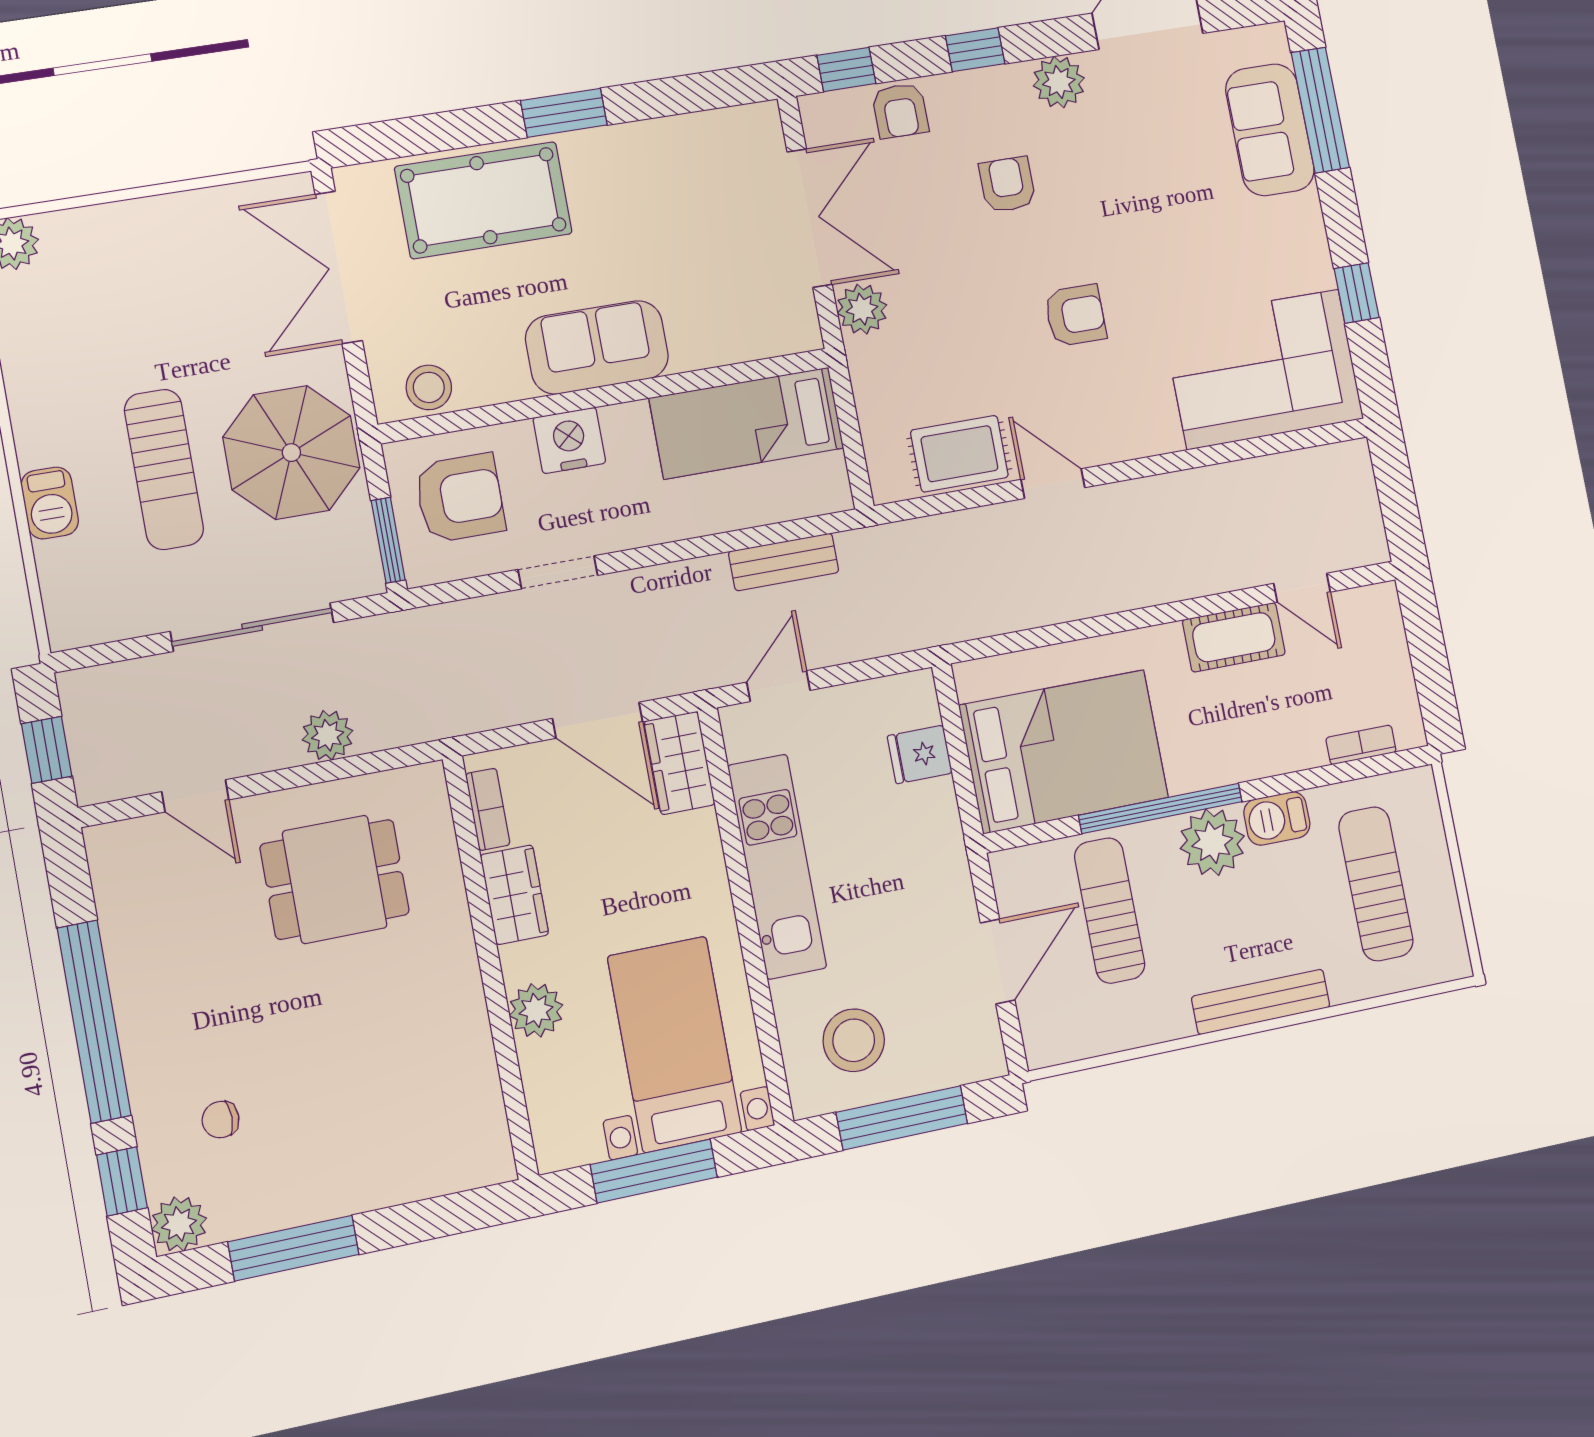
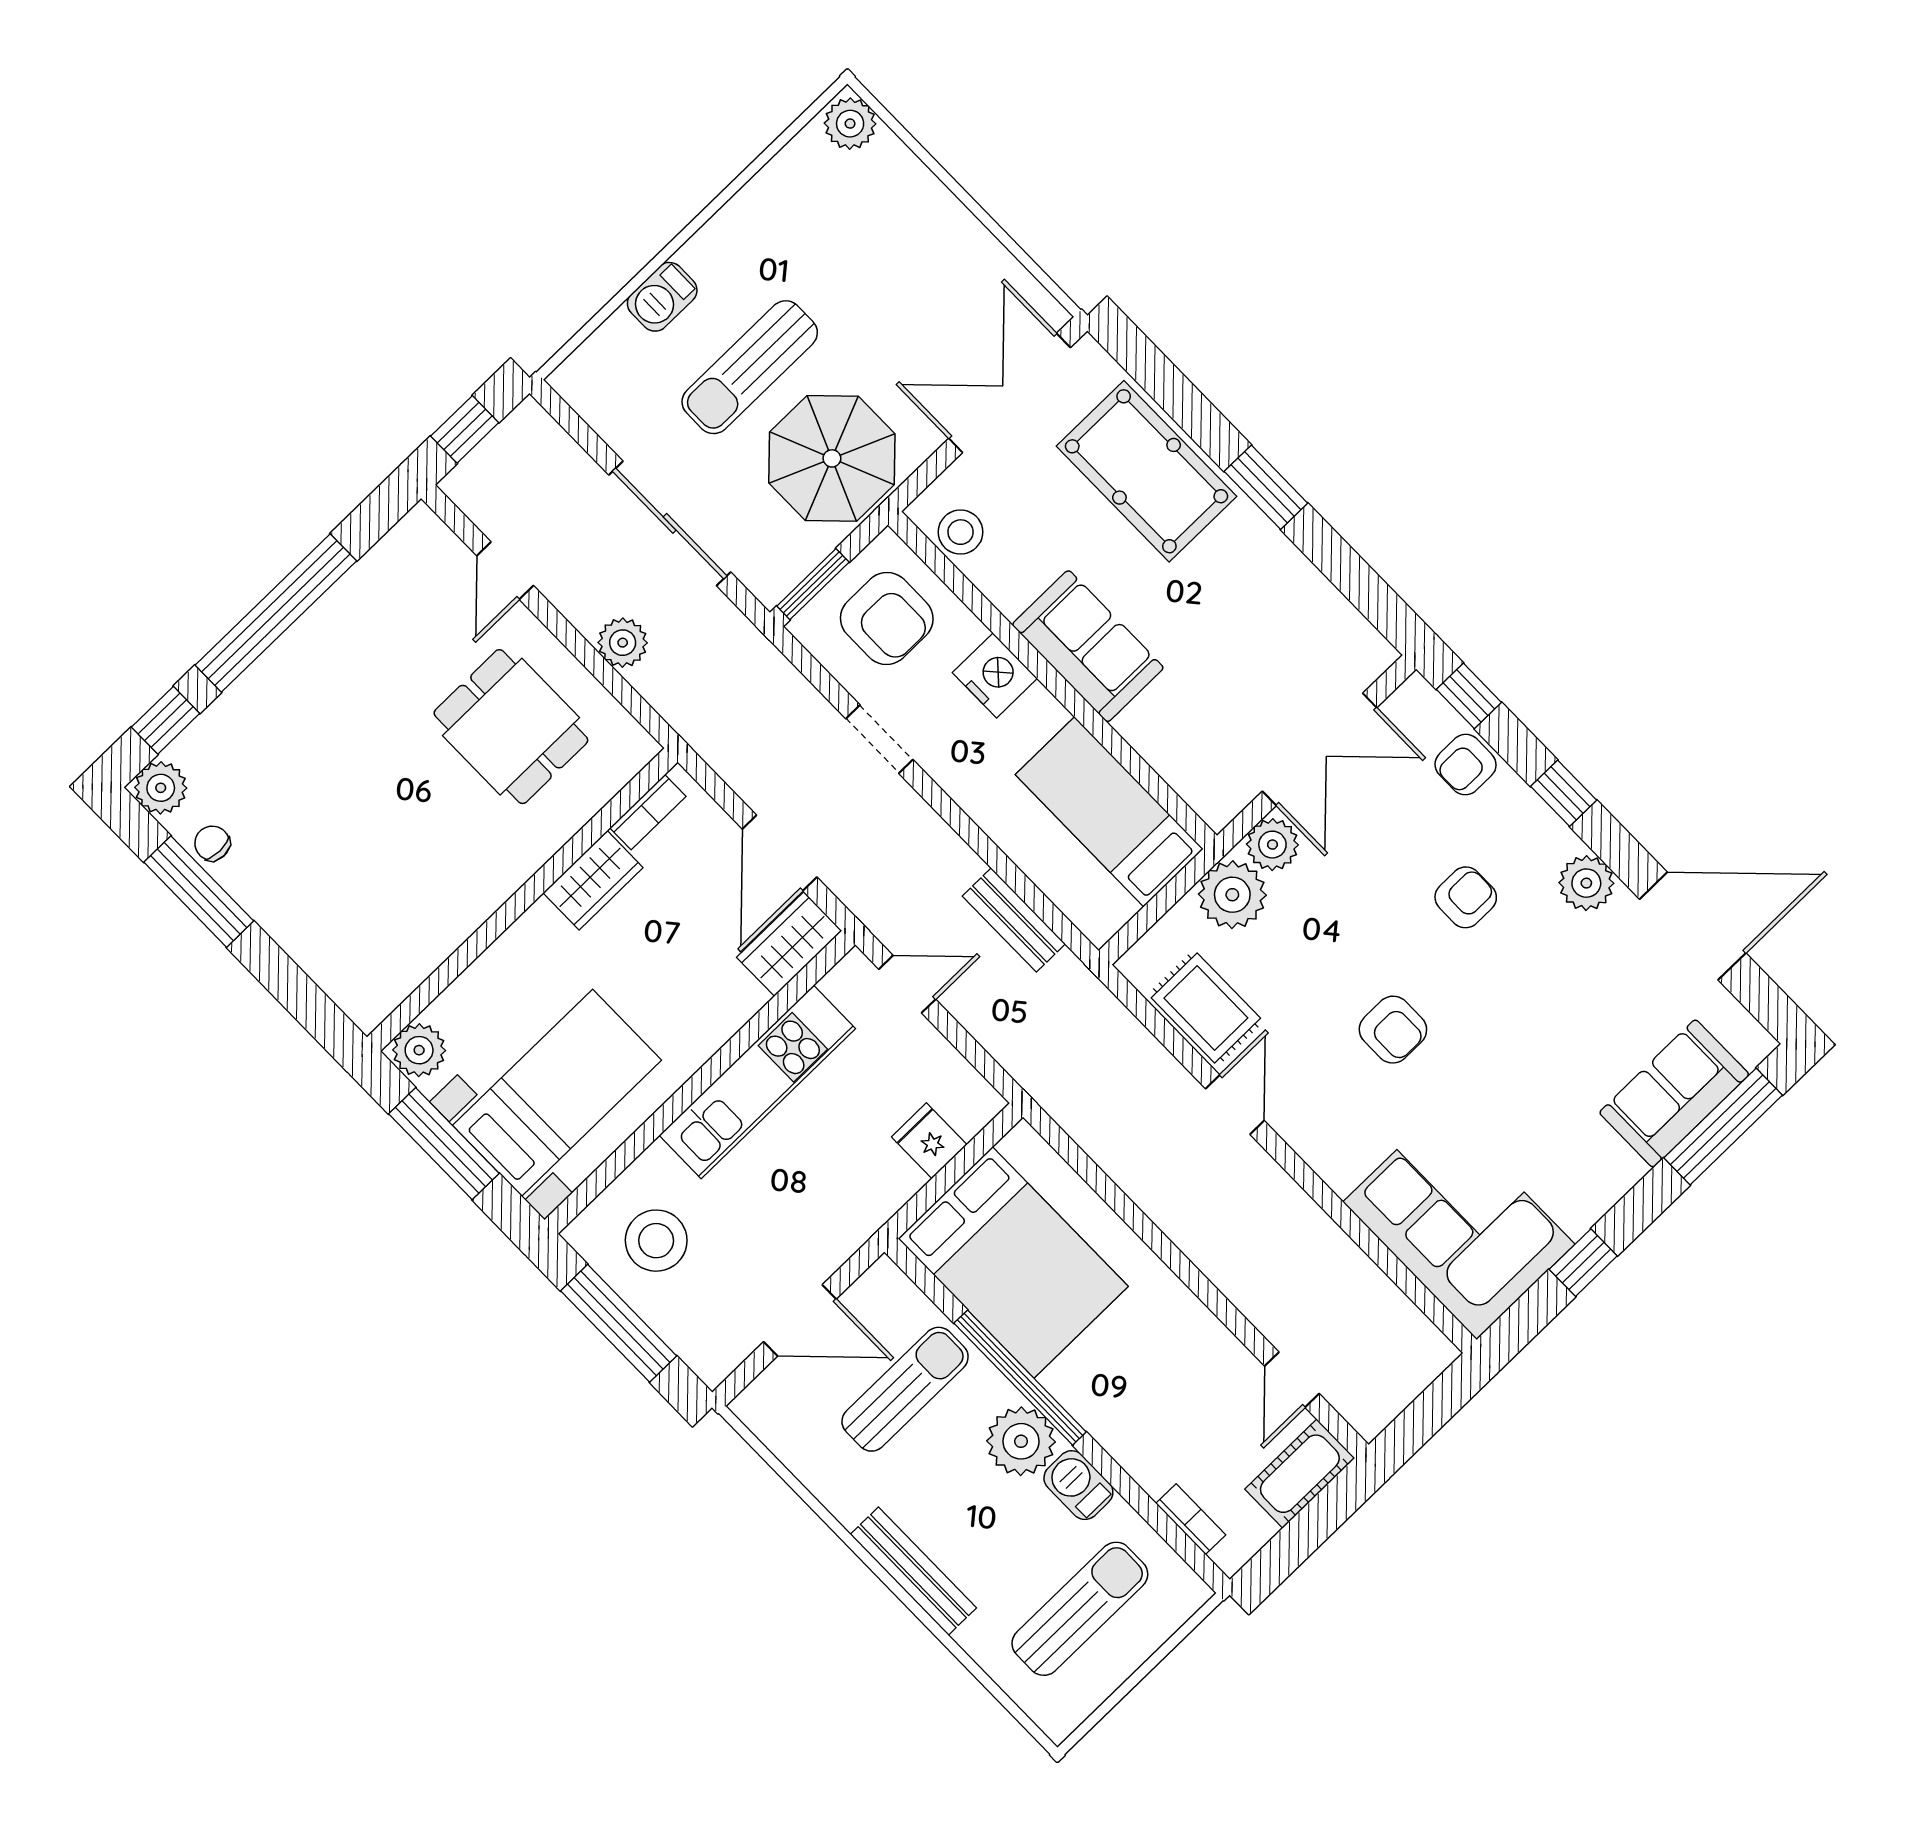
plant: (881, 369) -> (1232, 895), added
cot: (1234, 637) -> (1300, 1474), moved, turned 90
plant: (536, 1010) -> (419, 1050), moved
chair: (221, 1120) -> (212, 843), moved

